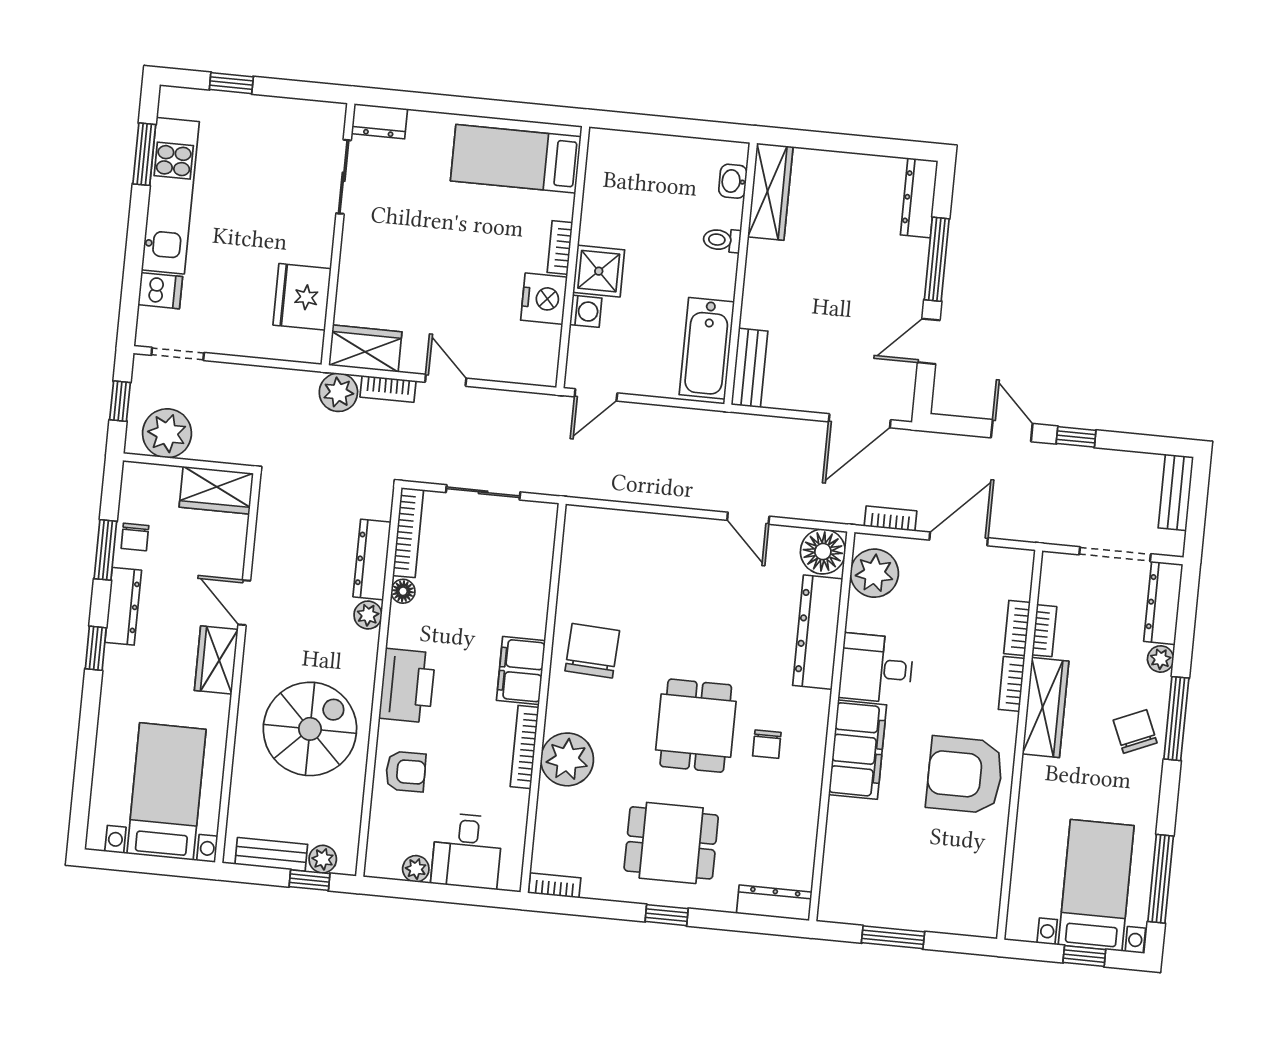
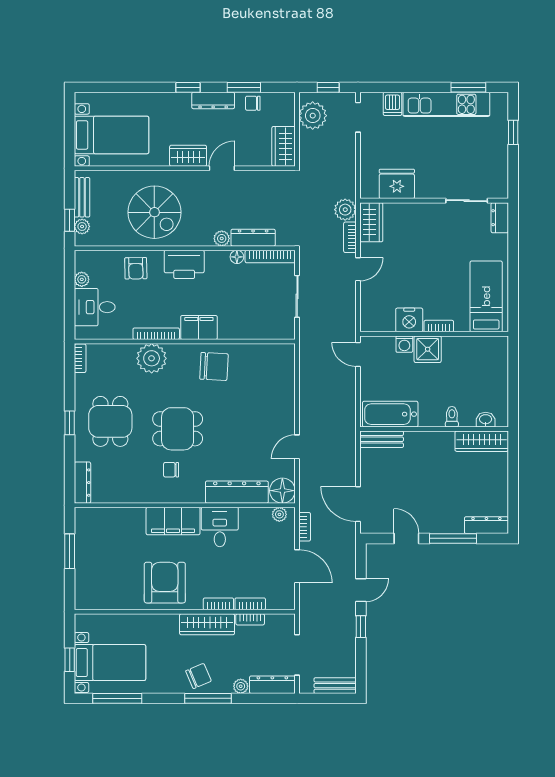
plant: (874, 573) -> (279, 514), width x0.53, depth x0.53

